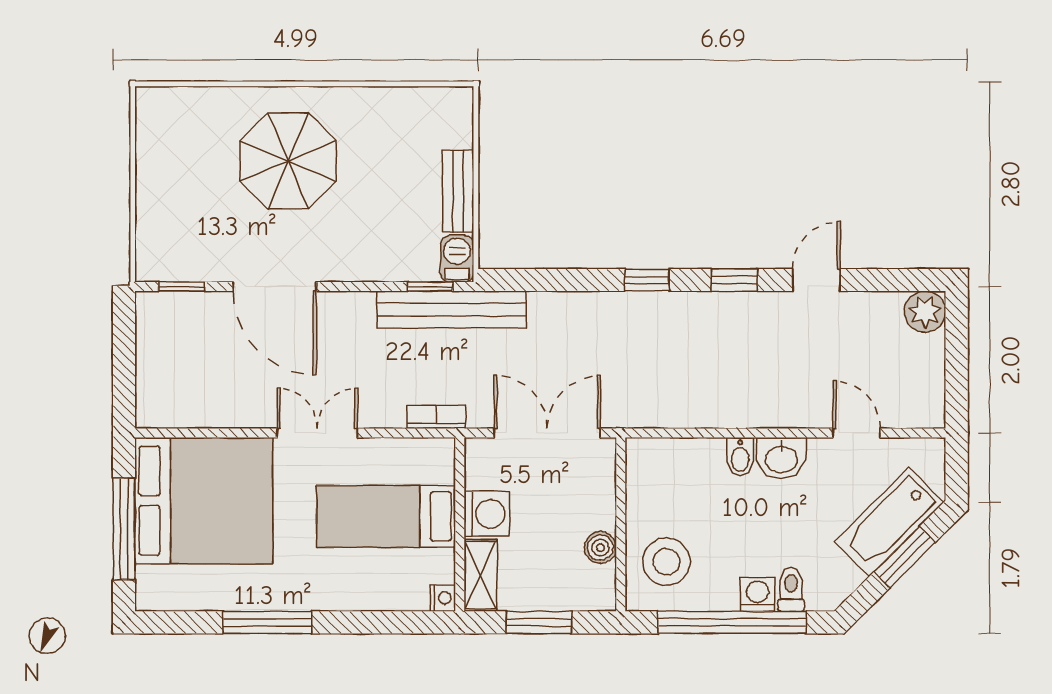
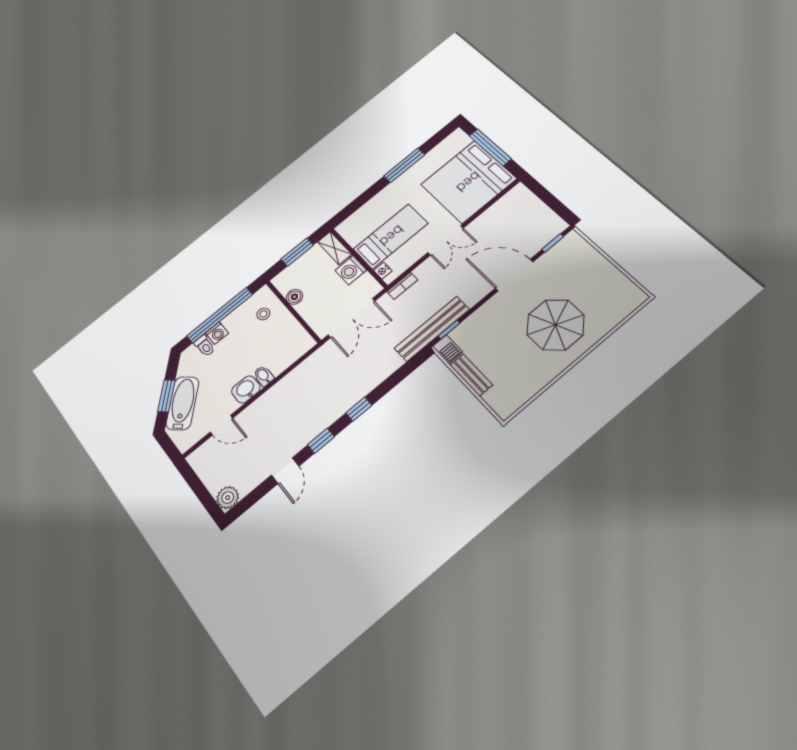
stool: (666, 562) -> (263, 314), width x0.53, depth x0.53
nightstand: (443, 598) -> (383, 271), moved

